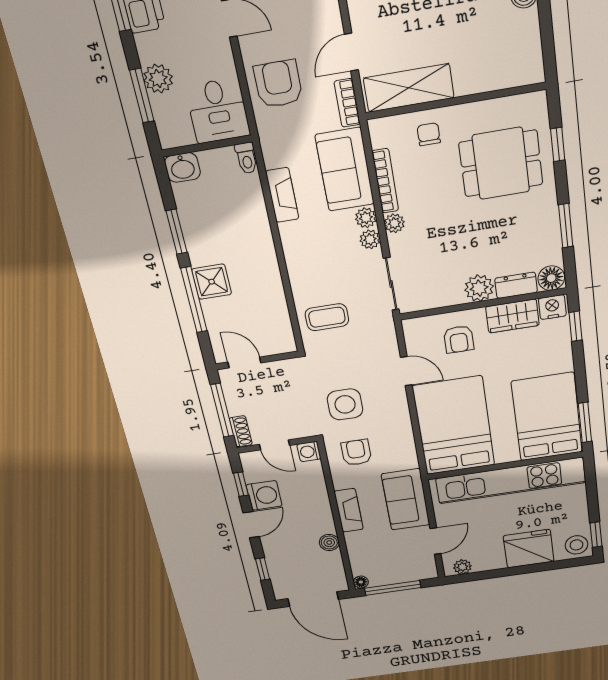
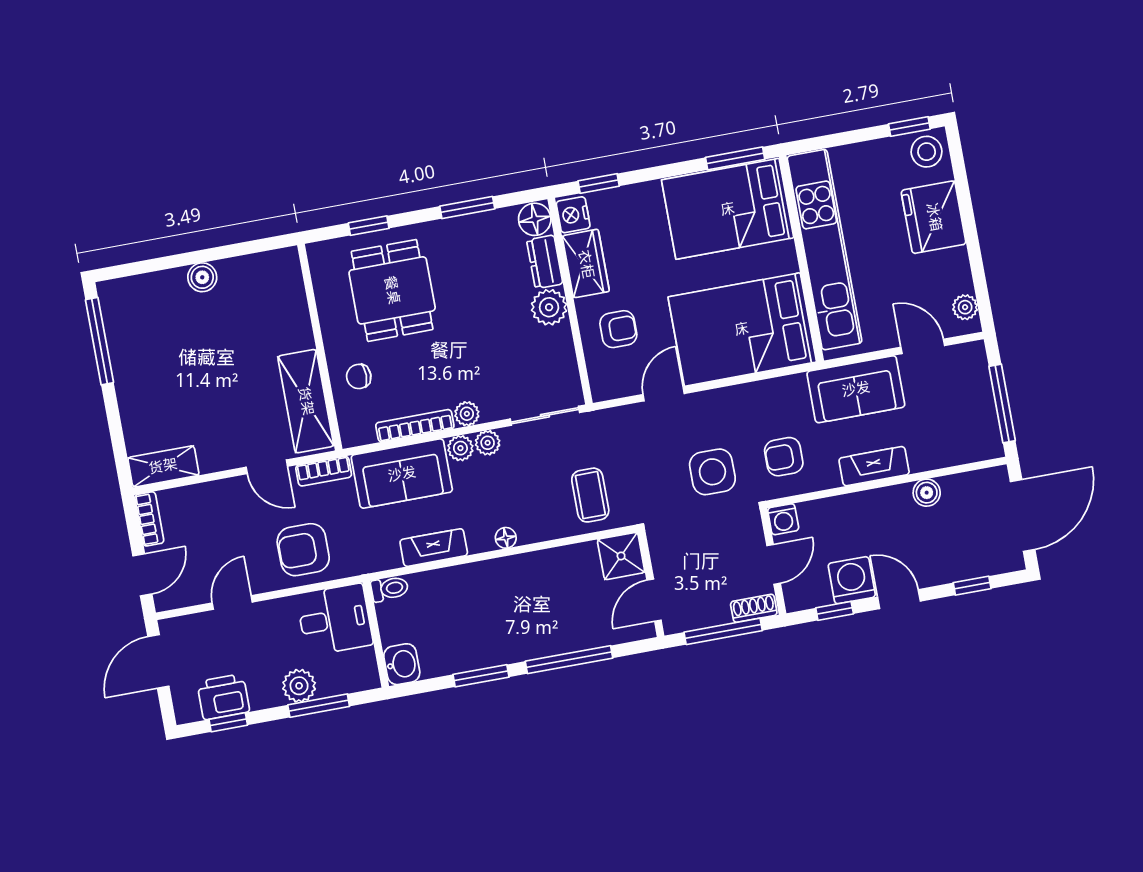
shower: (212, 282) -> (621, 556), moved
floor lamp: (361, 582) -> (506, 538), moved

